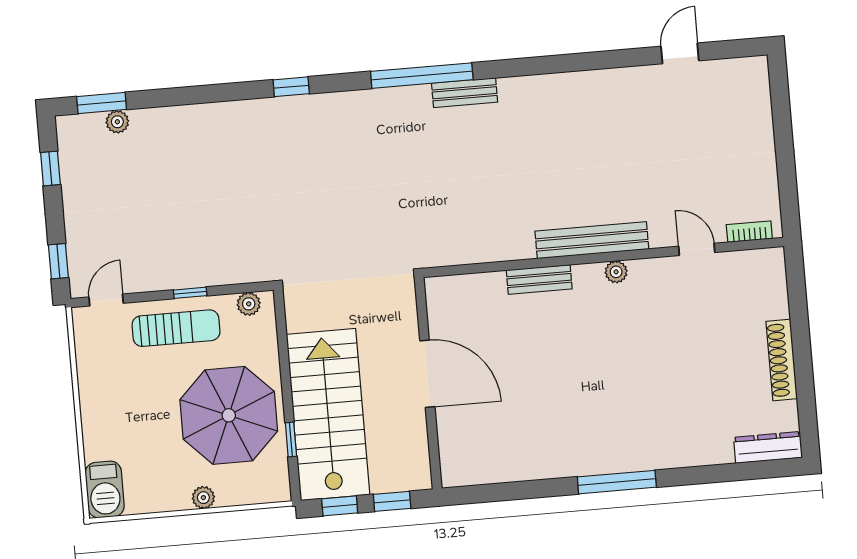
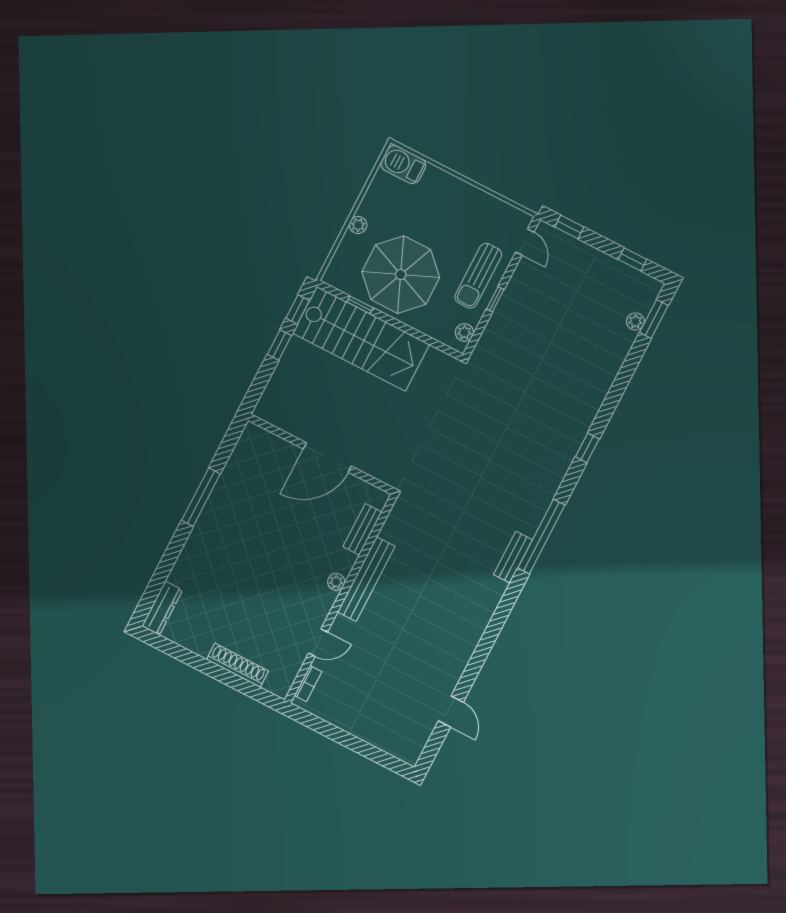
shoe rack: (782, 360) -> (237, 665), moved
door: (427, 374) -> (327, 457), moved
wall: (428, 383) -> (321, 454), moved

